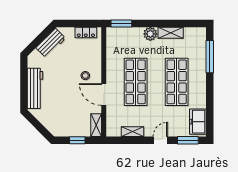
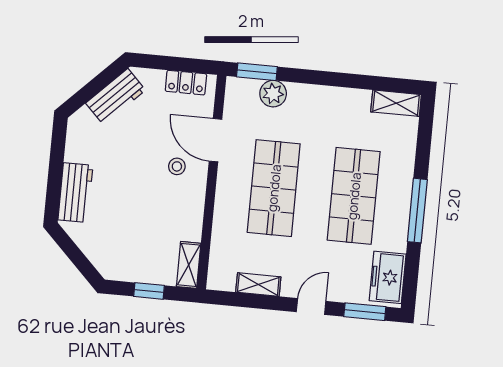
shelving: (171, 33) -> (396, 103), moved
plant: (150, 34) -> (273, 94), moved
window: (210, 57) -> (417, 211), moved
workbench: (35, 88) -> (75, 193), width x0.73
door: (104, 94) -> (216, 140), moved

